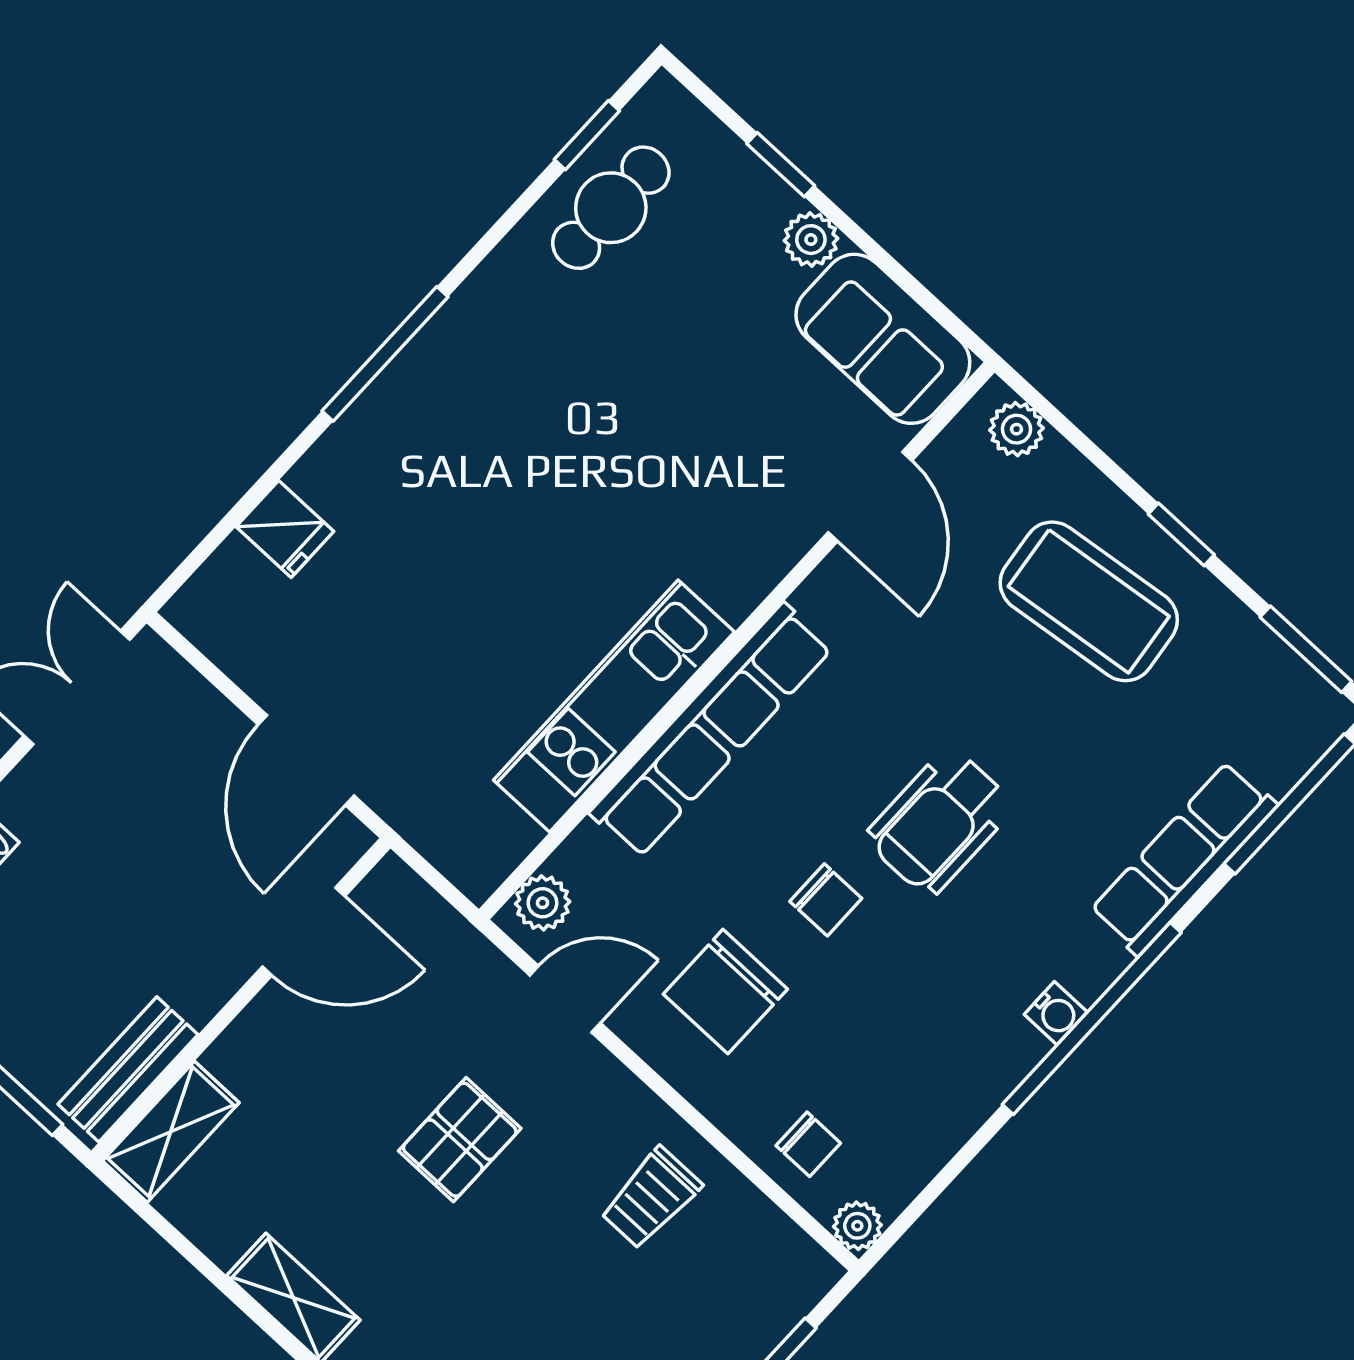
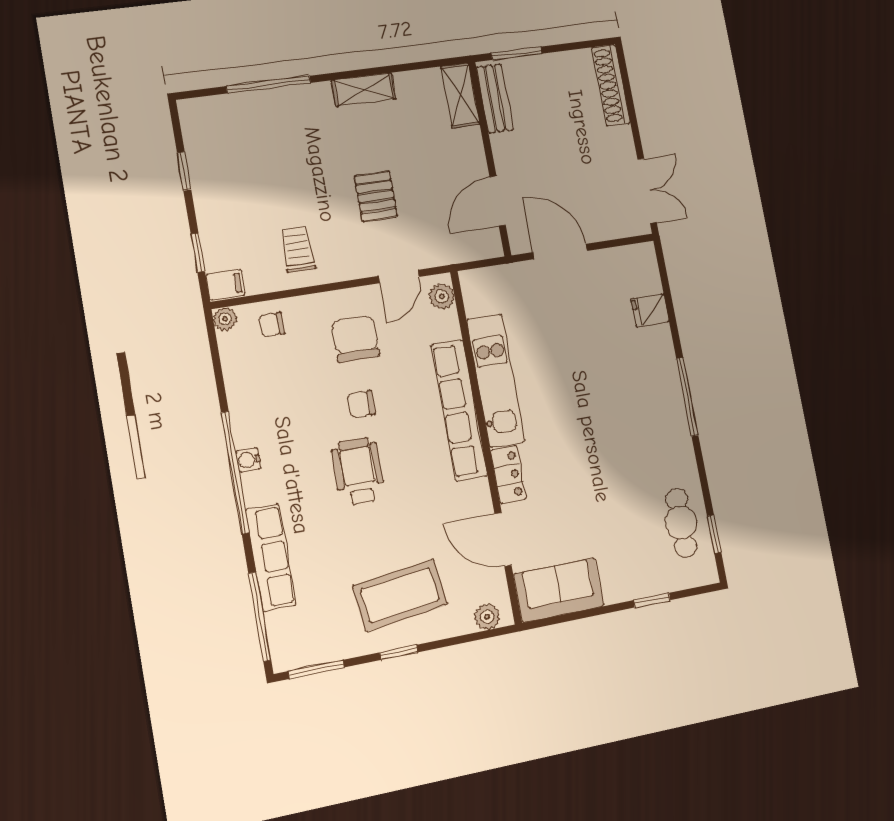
plant: (811, 240) -> (616, 591), removed
locker: (755, 567) -> (508, 475), added
filing cabinet: (801, 1268) -> (226, 285), added

